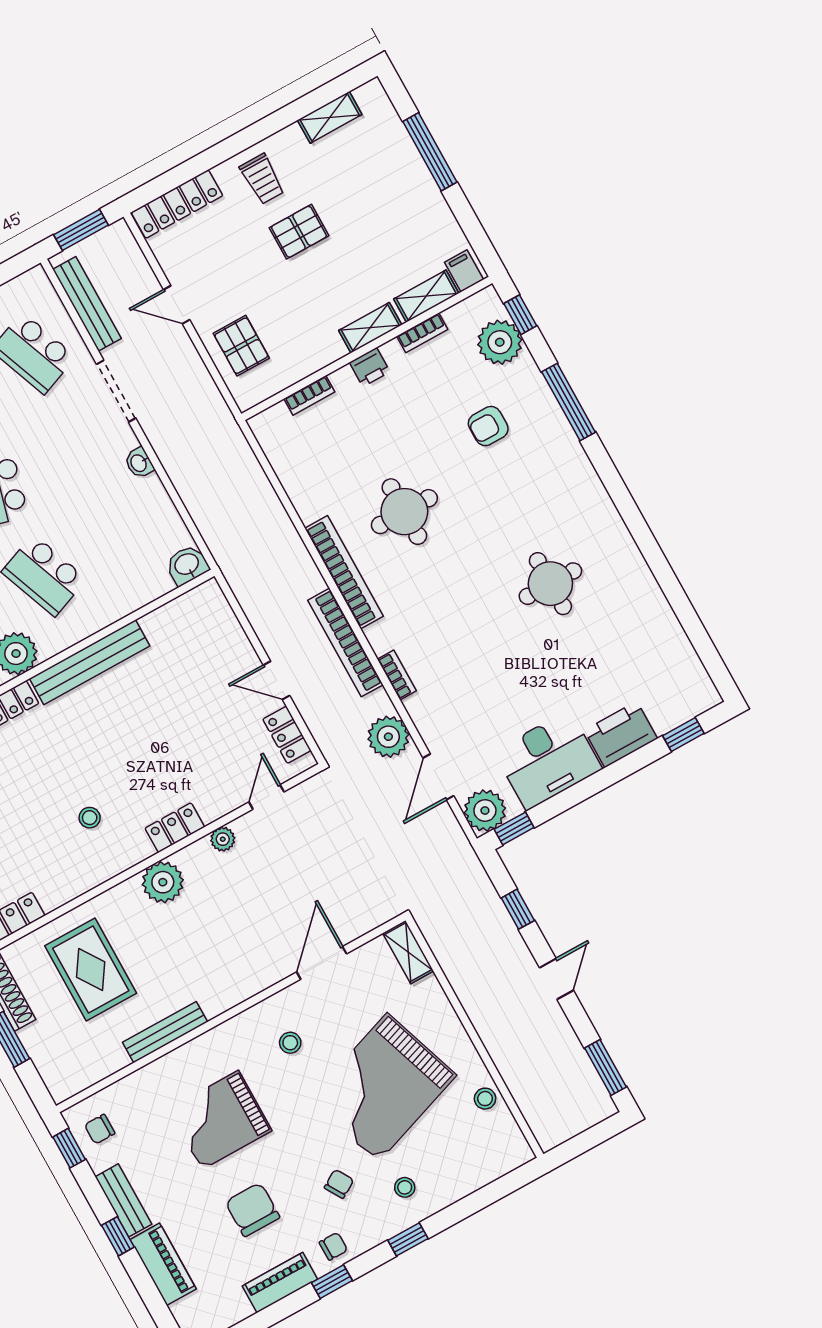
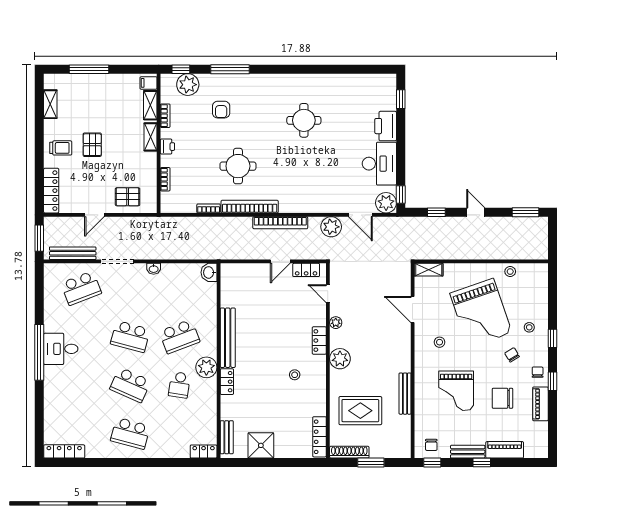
bookcase: (397, 675) -> (209, 208), moved

